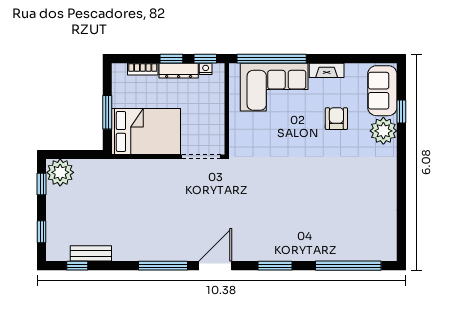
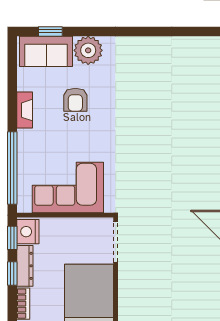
nightstand: (206, 69) -> (28, 232), width x1.89, depth x1.79
corner sofa: (274, 87) -> (68, 188), moved, turned -90
window: (401, 112) -> (50, 31), moved
armchair: (336, 119) -> (75, 100), turned -90

